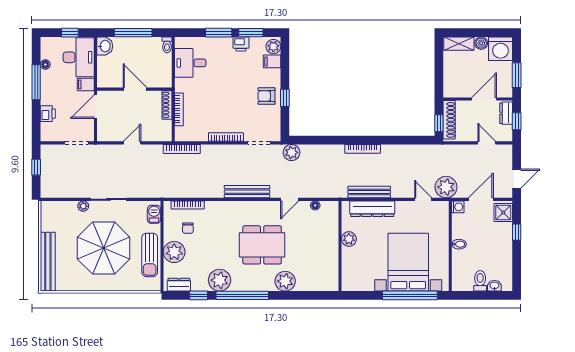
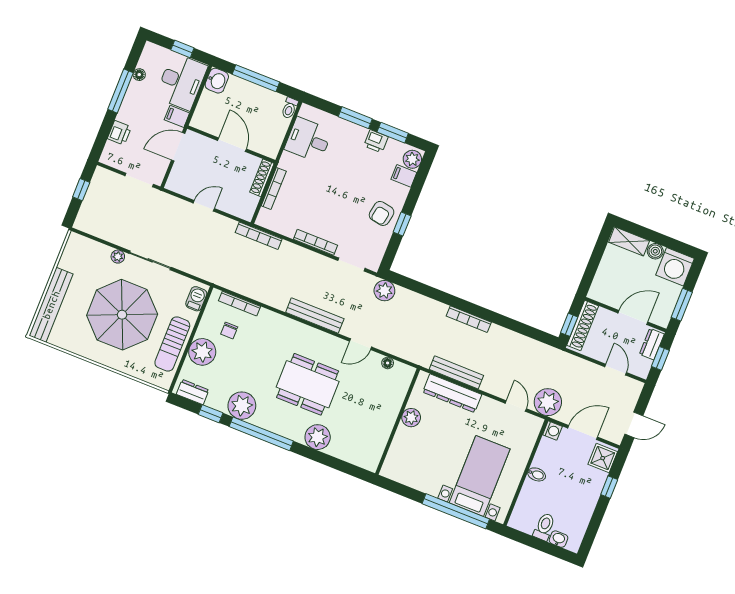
armchair: (267, 96) -> (382, 213), turned -80
bed with nightstands: (408, 262) -> (480, 476), width x0.73

